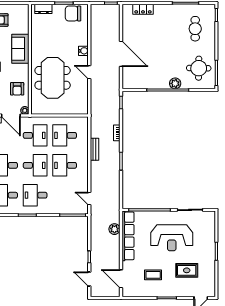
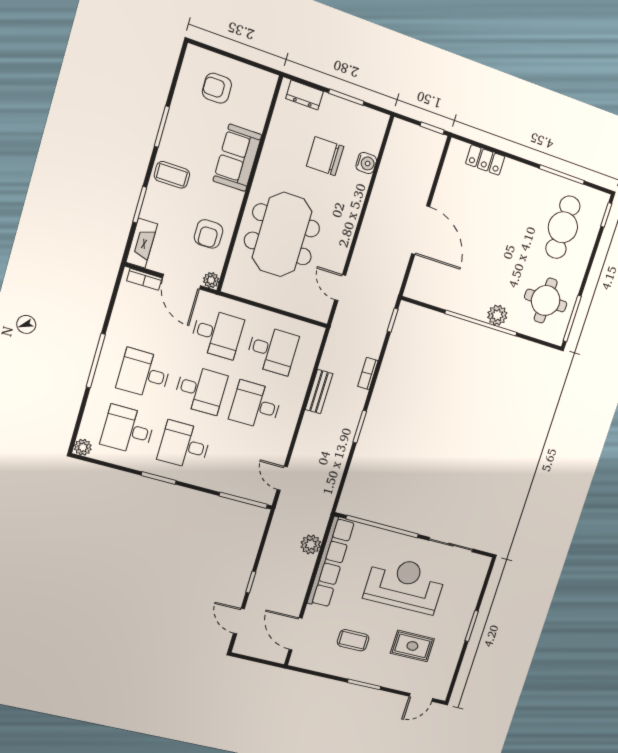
chair: (73, 14) -> (325, 156), moved
cafe table: (195, 29) -> (563, 227), width x1.37, depth x1.35
water cooler: (83, 51) -> (366, 163), moved
door: (89, 72) -> (340, 288), moved
desk: (65, 135) -> (272, 350), turned 180
reception desk: (172, 238) -> (405, 585), turned 180

